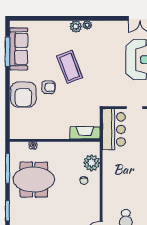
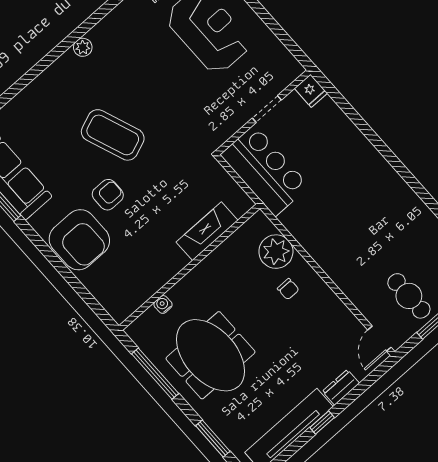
plant: (76, 26) -> (67, 65), removed
fireplace: (85, 133) -> (207, 231), moved
meeting table: (34, 179) -> (210, 355), turned 90

